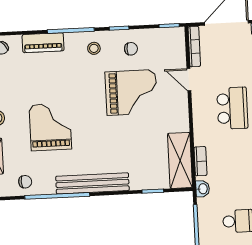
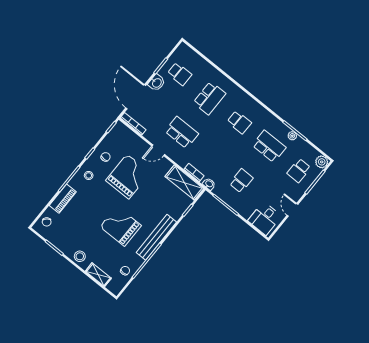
door: (189, 80) -> (158, 150), moved
grand piano: (50, 127) -> (121, 226), moved

